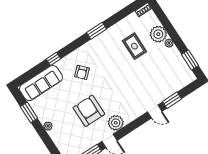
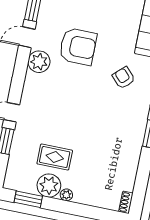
plant: (158, 34) -> (49, 186), moved
rug: (134, 46) -> (55, 157), moved

